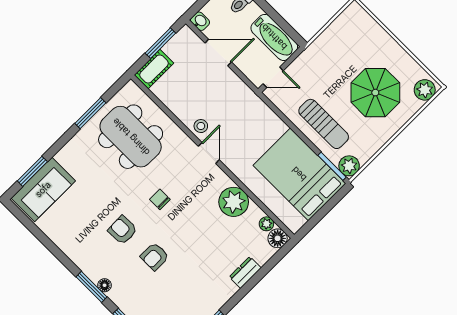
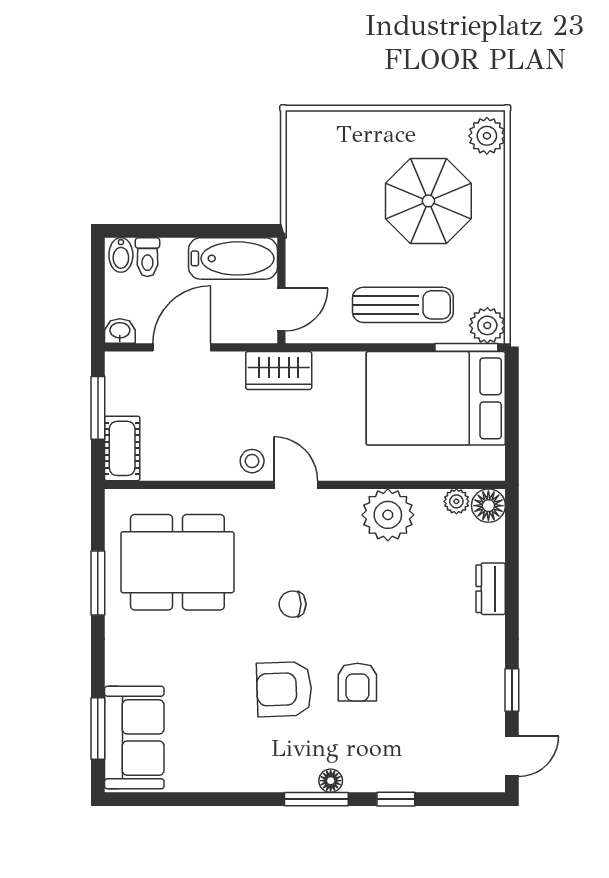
wardrobe: (248, 100) -> (279, 370), added
armchair: (123, 230) -> (284, 689), width x1.38, depth x1.38

